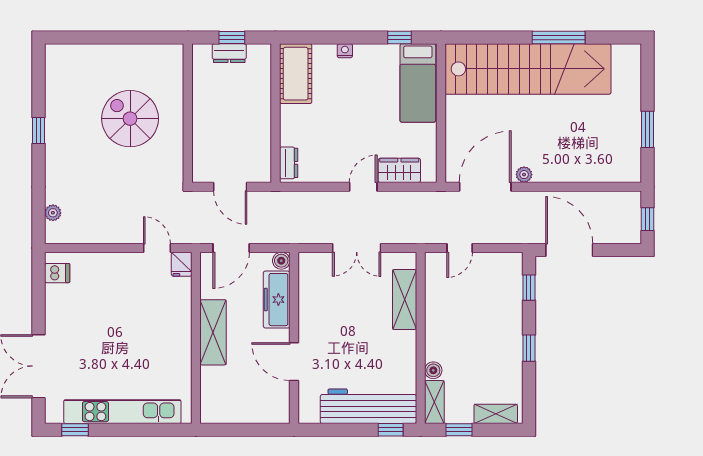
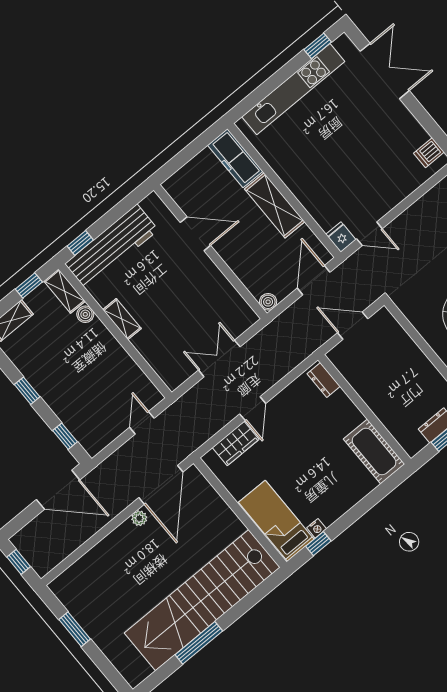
nightstand: (345, 51) -> (317, 528), moved
shelving: (405, 299) -> (122, 319), moved, width x0.67, depth x0.75
freezer: (277, 300) -> (235, 158), moved, turned 180

